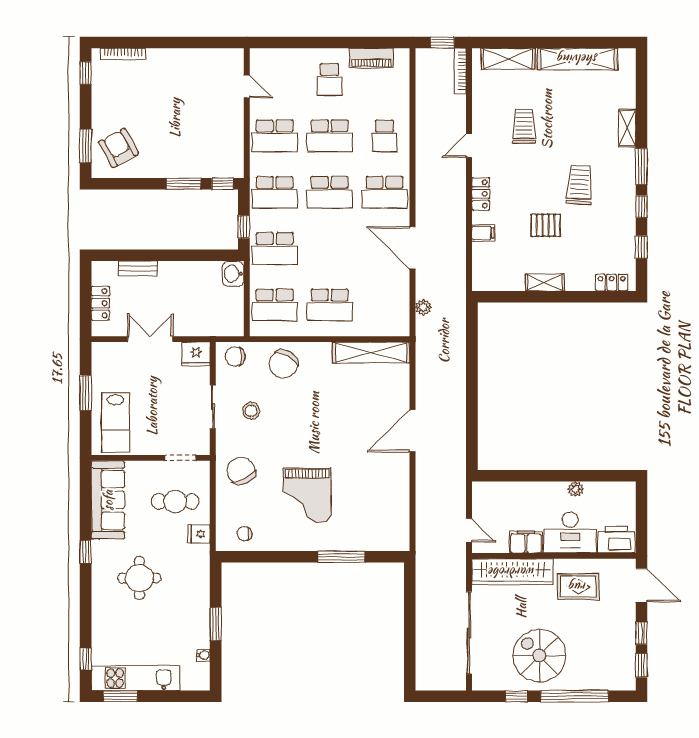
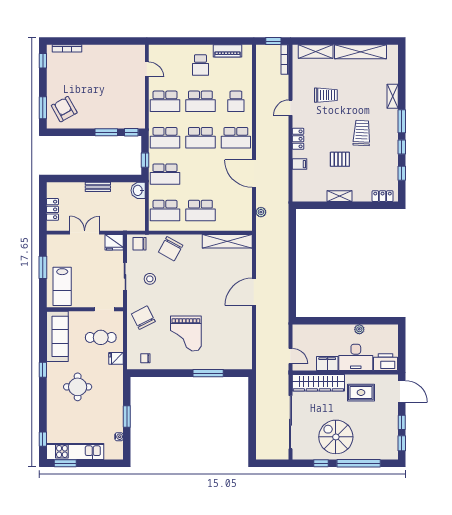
trolley: (524, 126) -> (326, 95), turned 90
bench: (138, 268) -> (98, 187), moved

